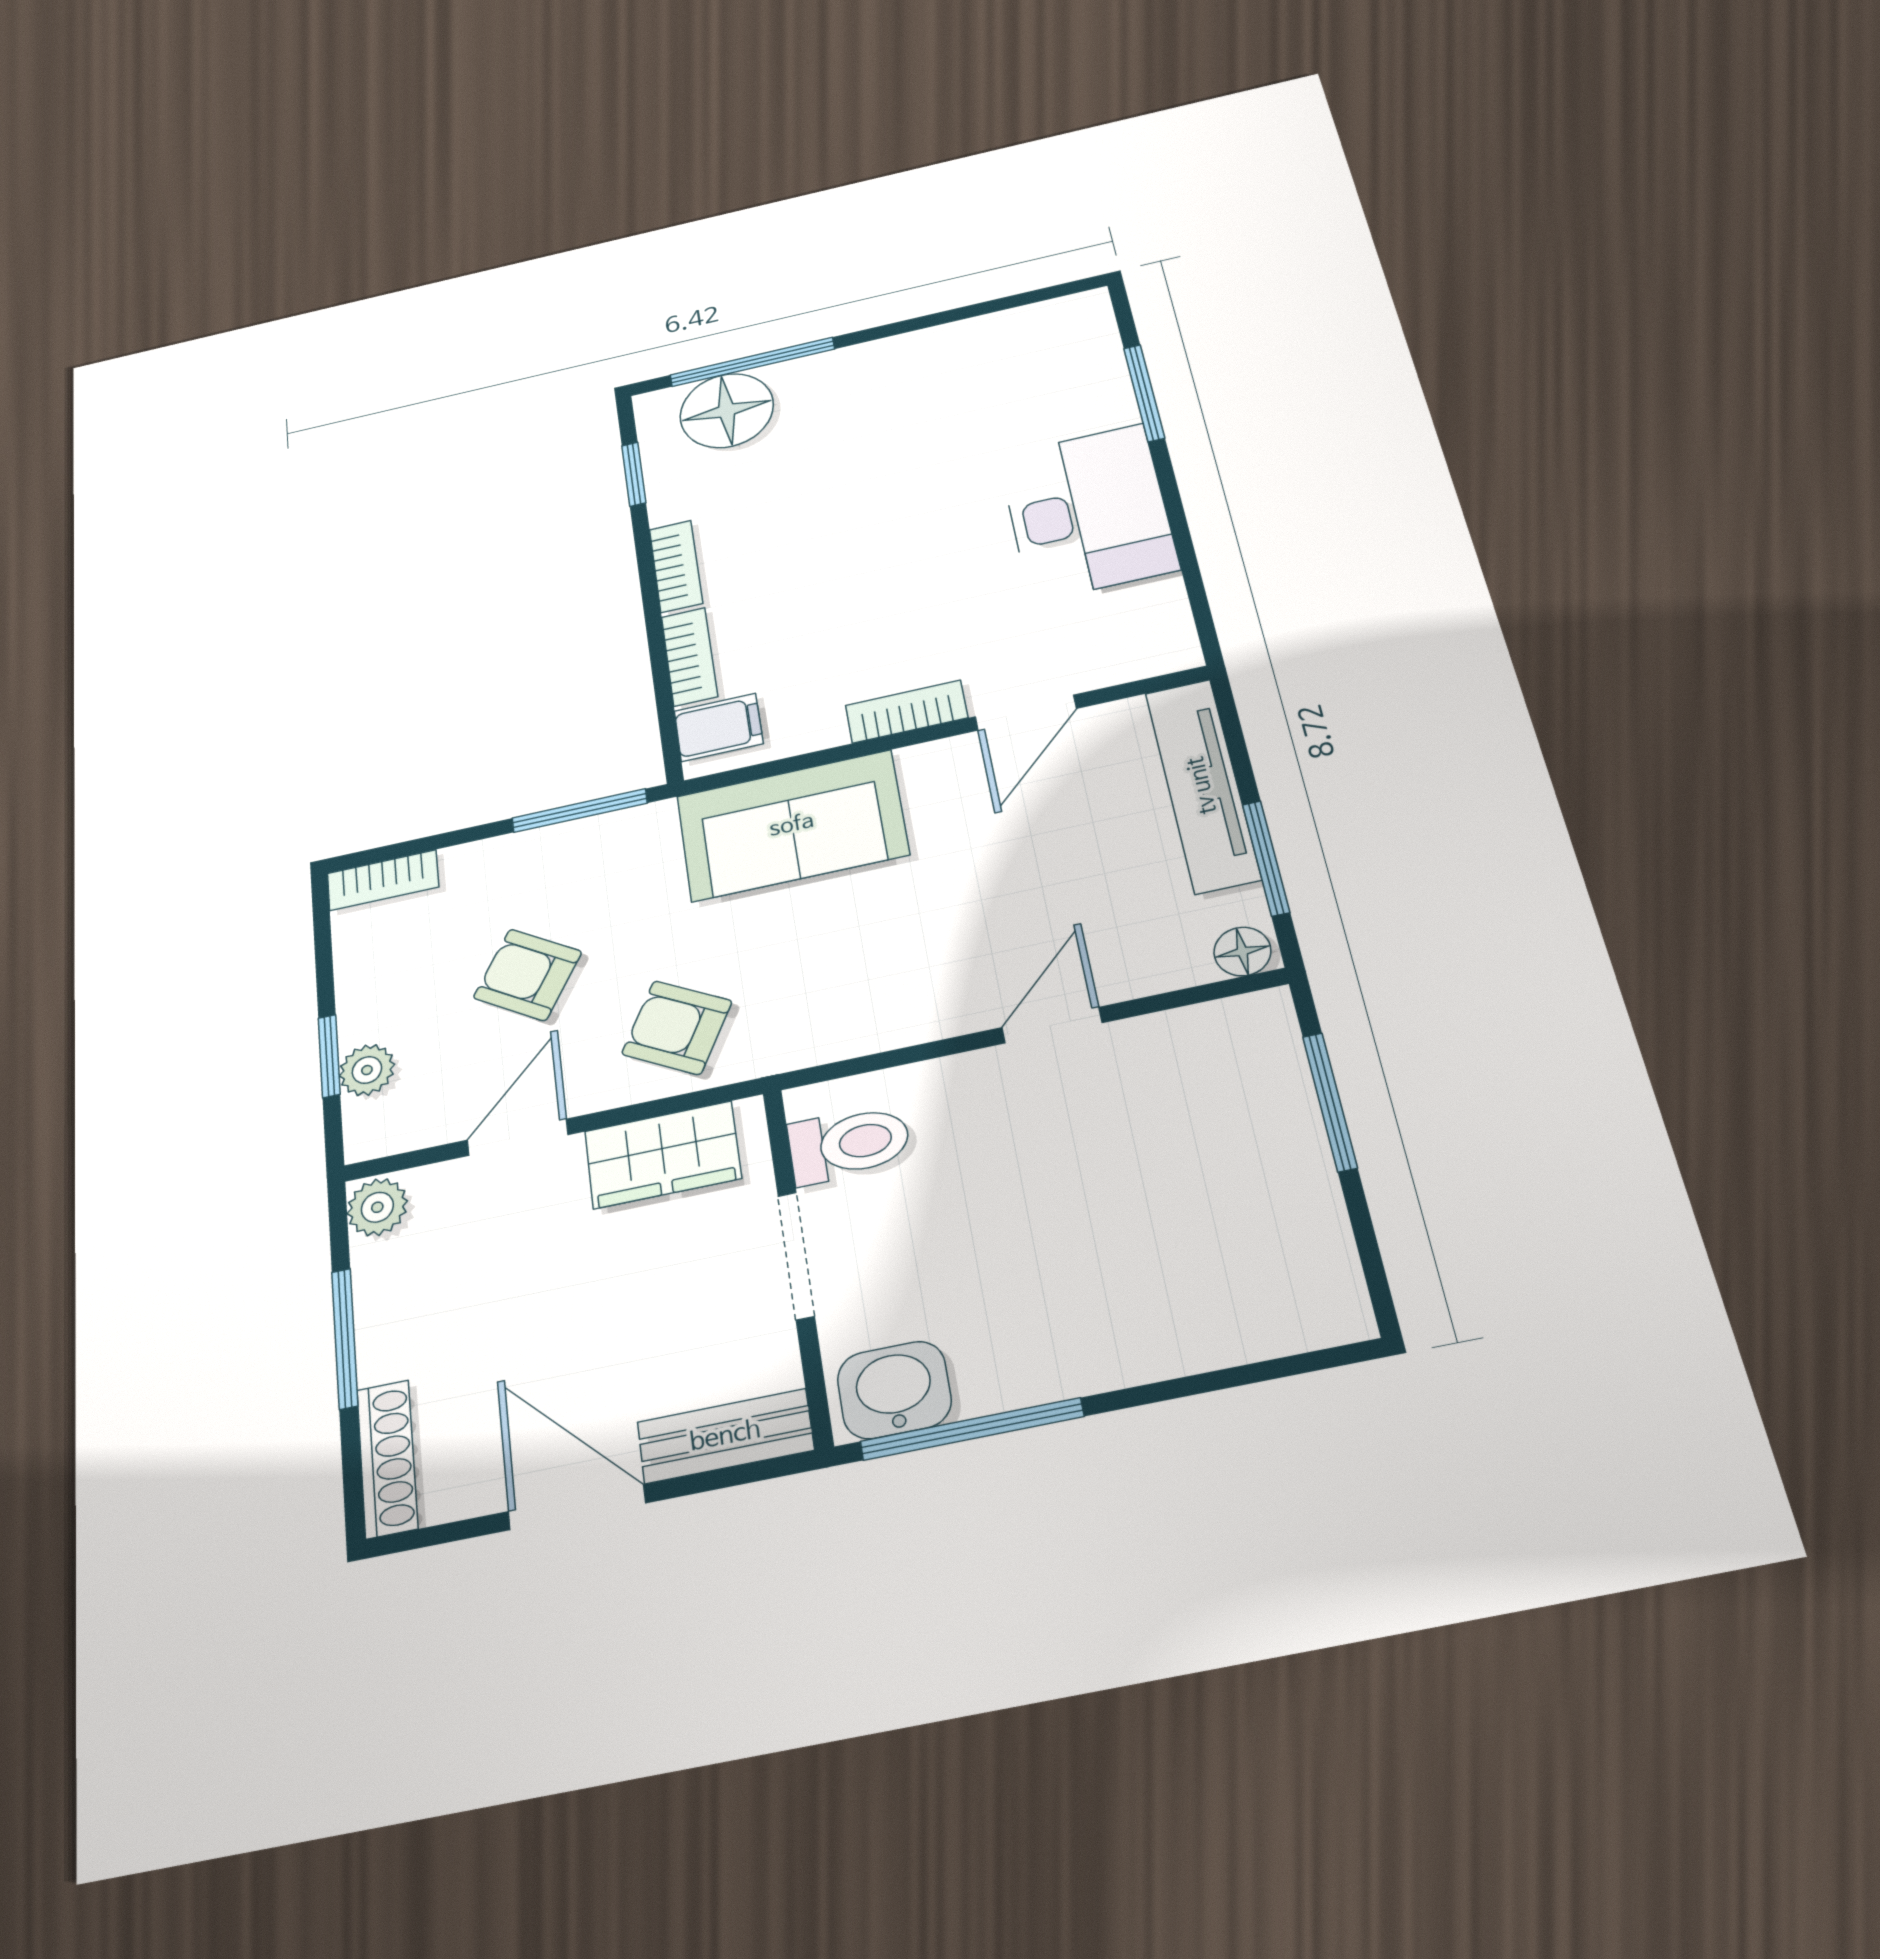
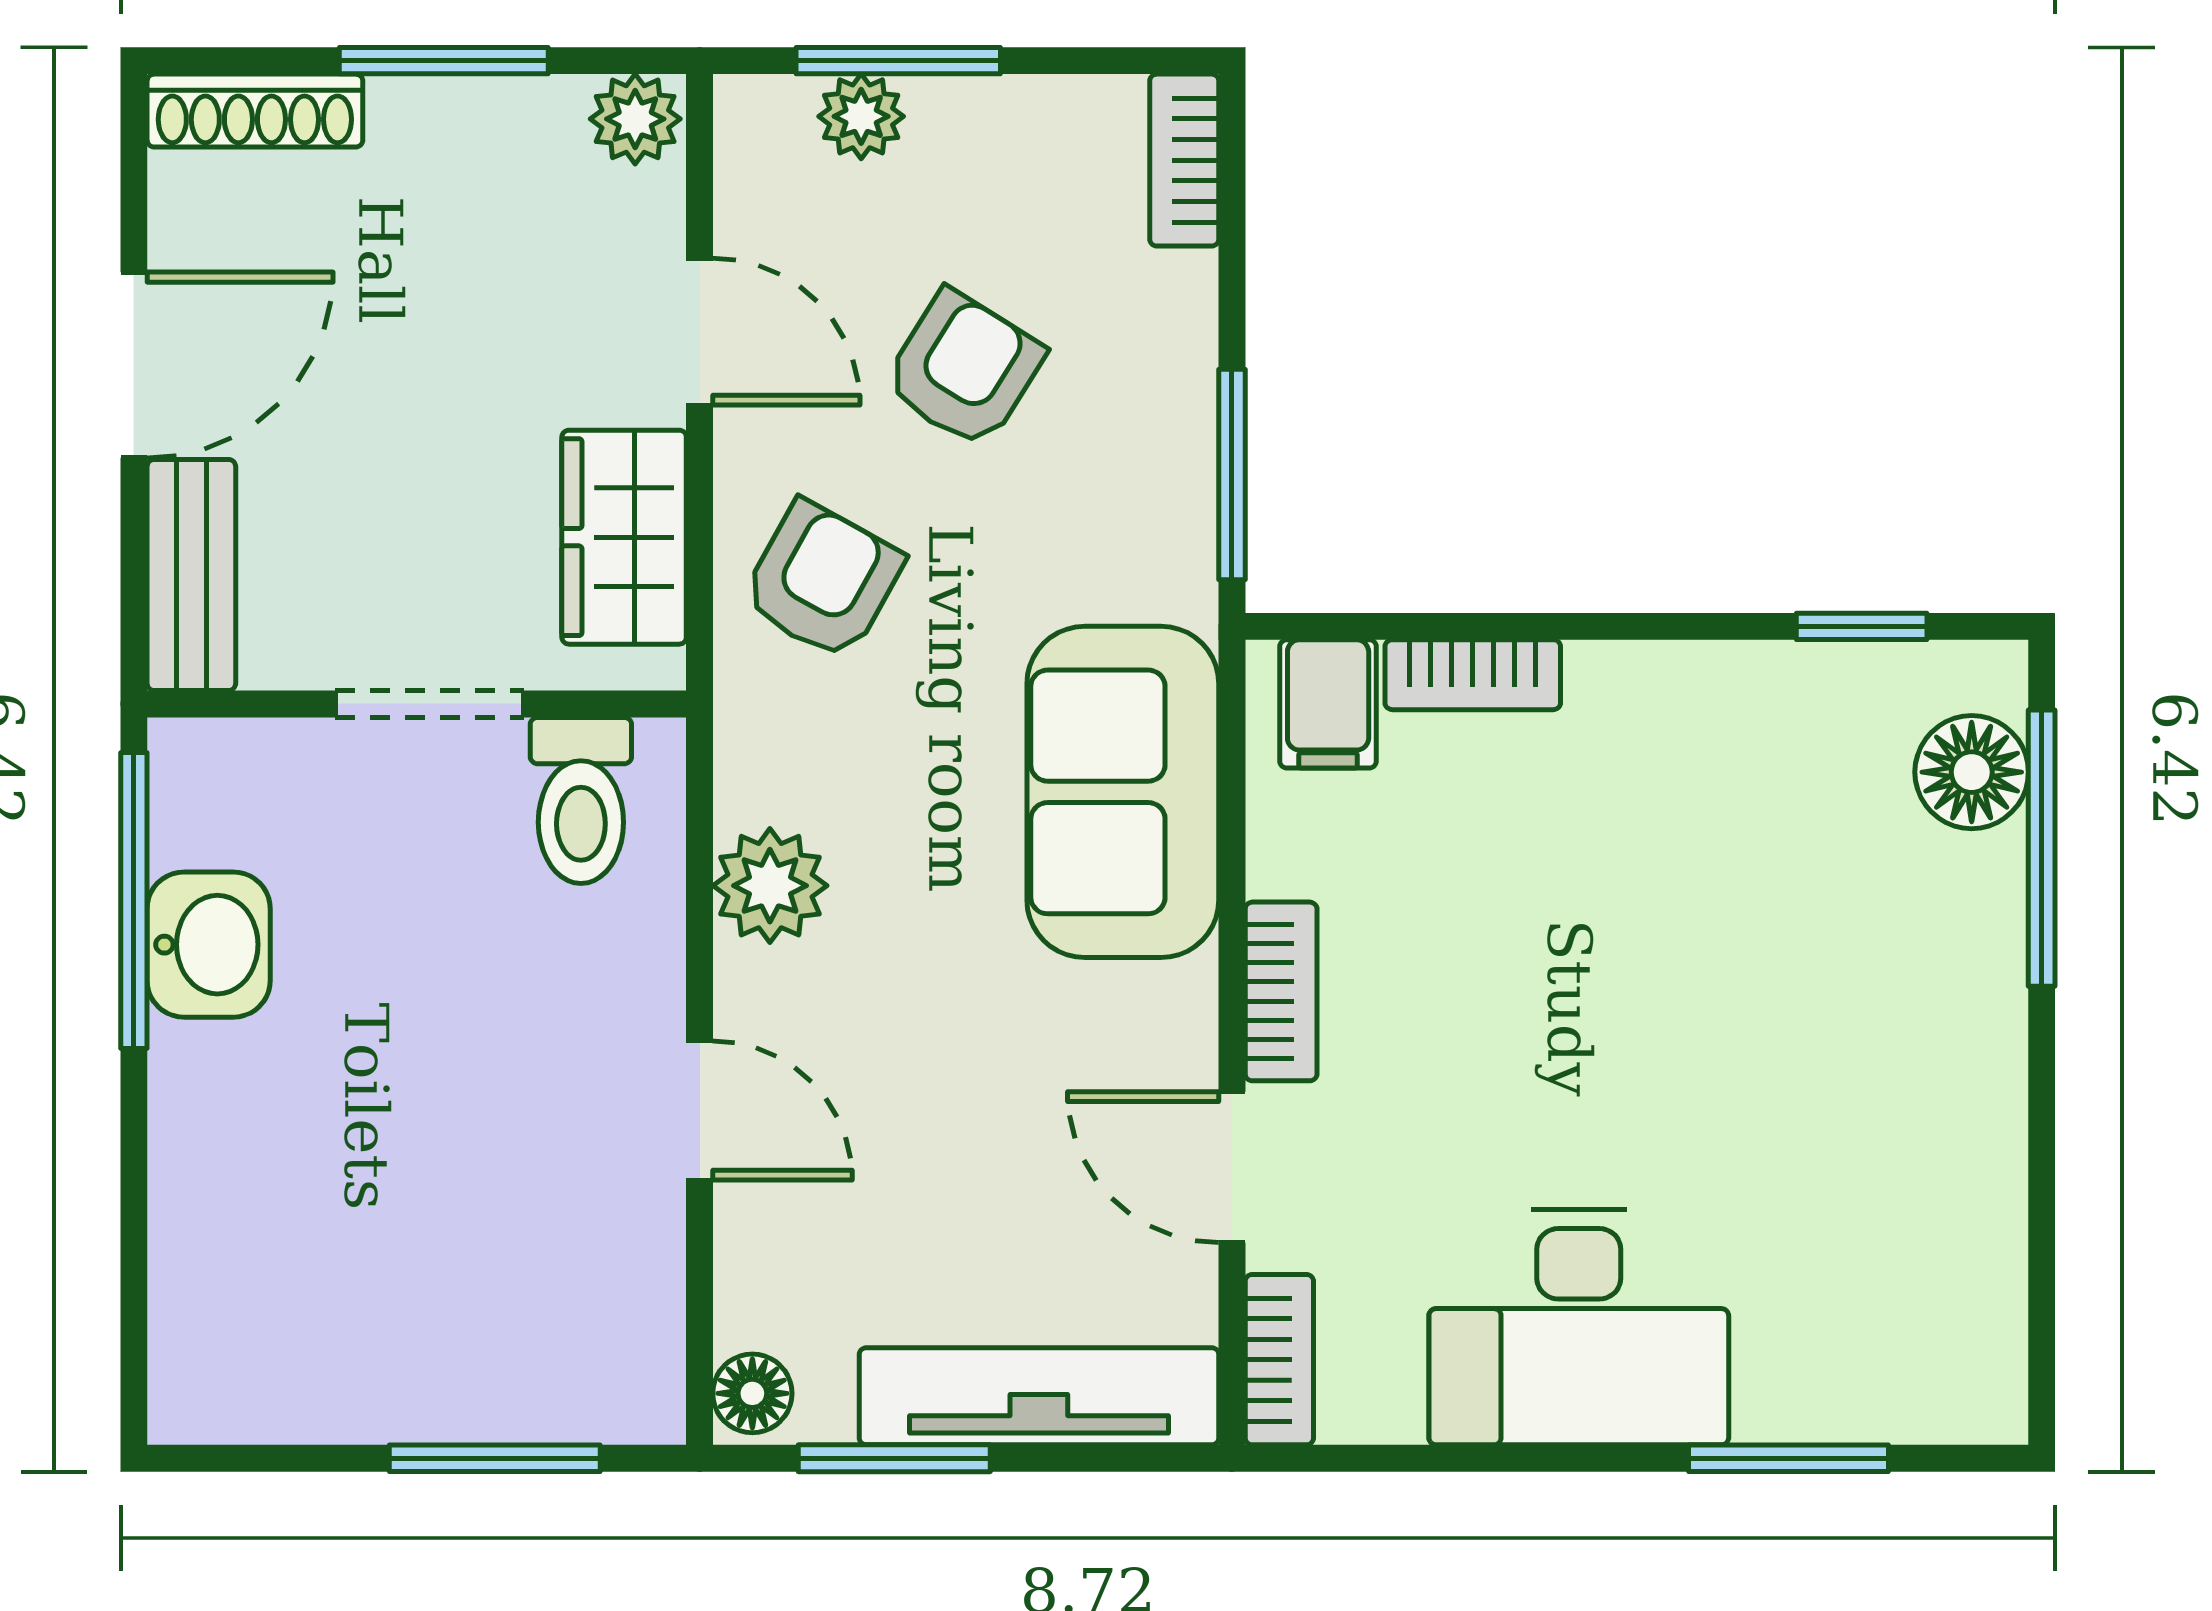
floor lamp: (727, 411) -> (1972, 772), width x0.73, depth x0.73
bookcase: (676, 566) -> (1279, 1360), moved, turned -90
plant: (888, 1015) -> (770, 886), added
window: (329, 1056) -> (898, 61), width x1.50
washbasin: (894, 1390) -> (209, 945), moved

